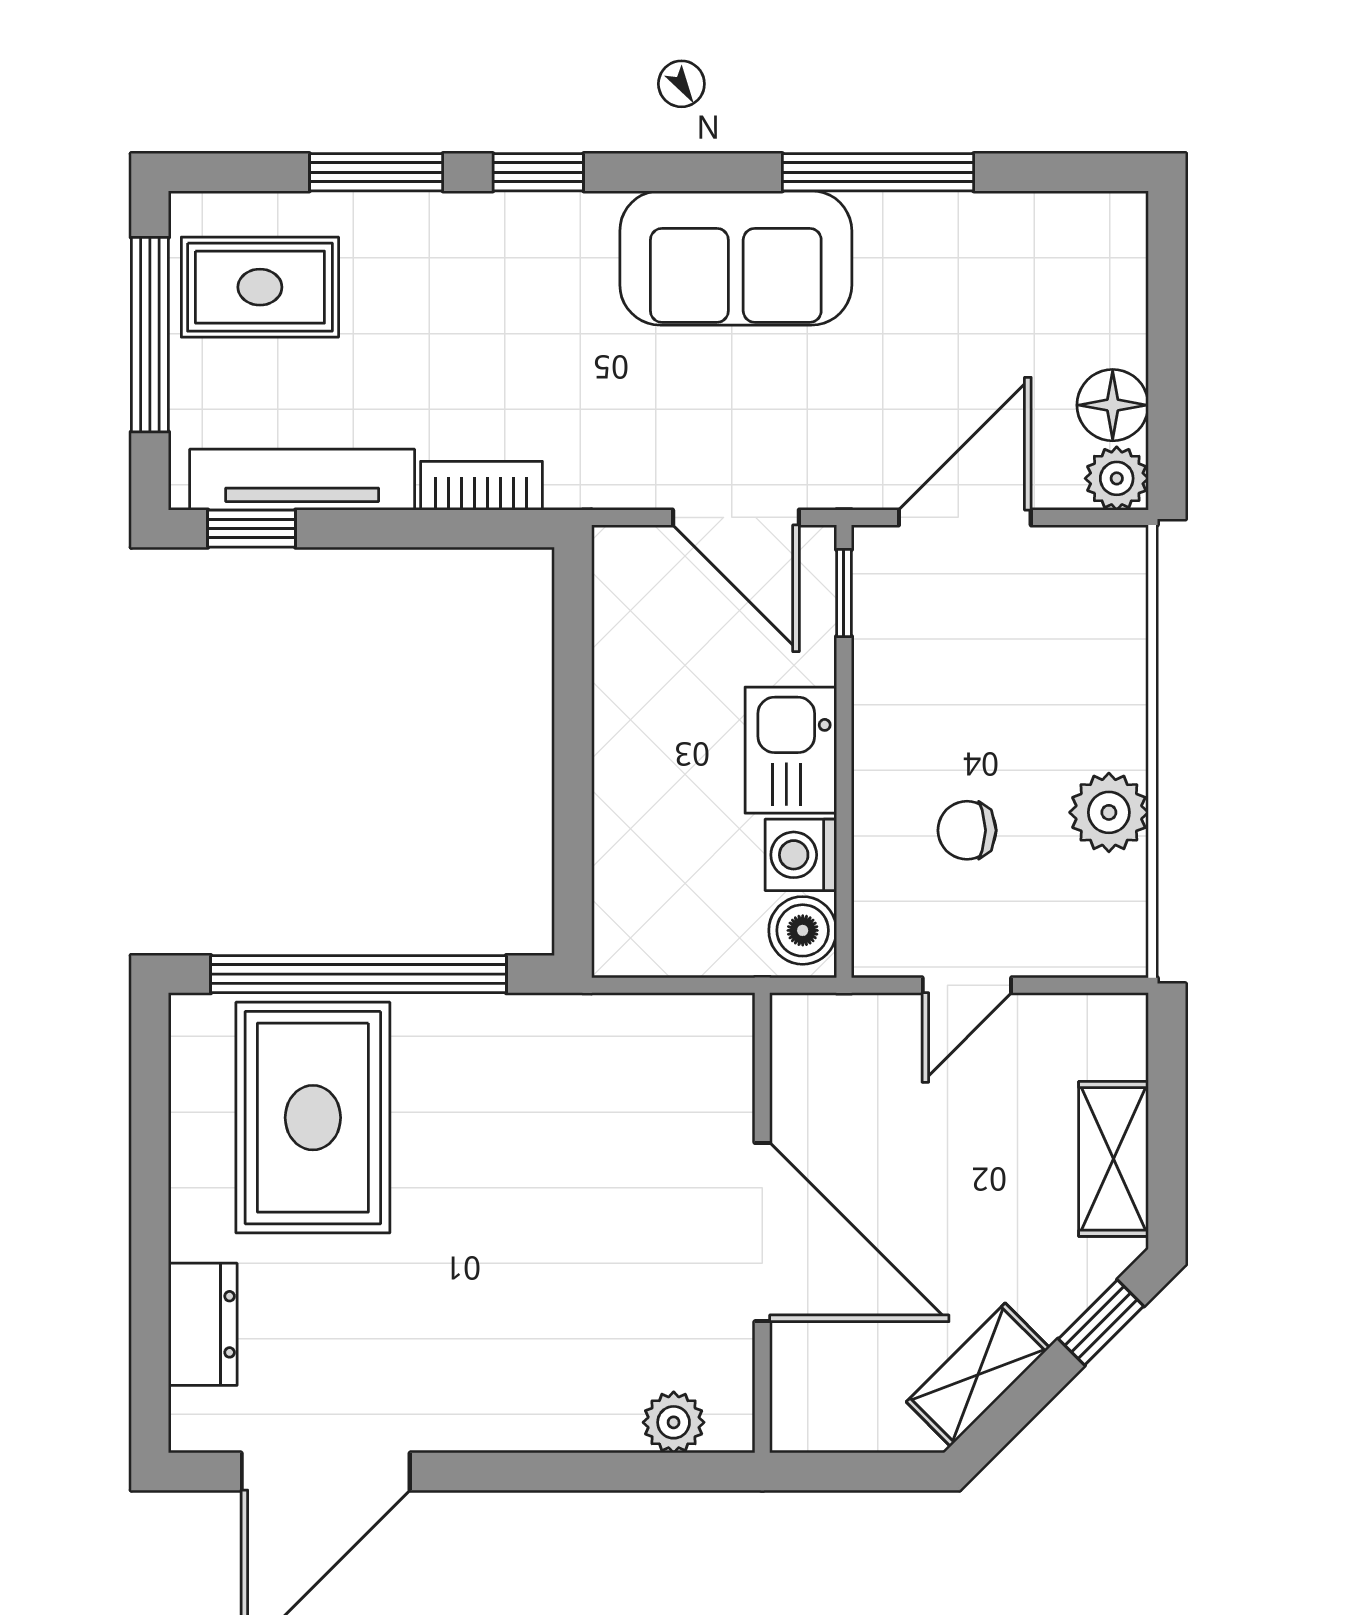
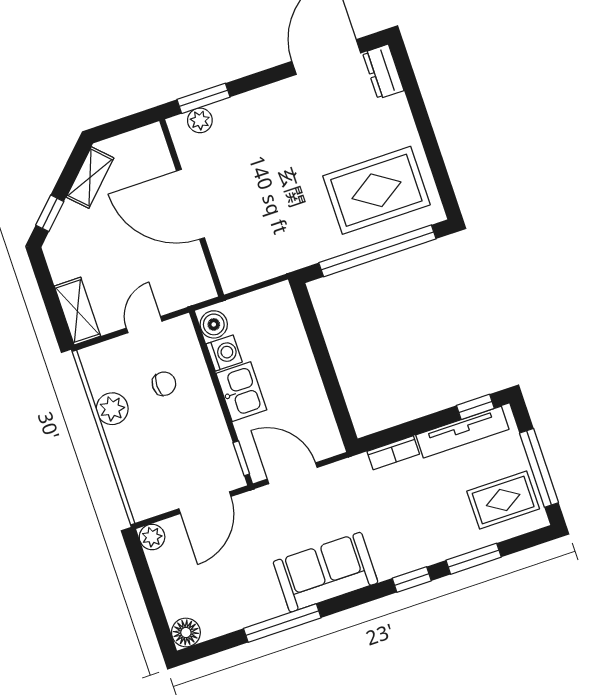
floor lamp: (1113, 405) -> (186, 632), moved
rug: (313, 1118) -> (376, 190), turned 90
shelving: (1114, 1159) -> (77, 311), moved
dresser: (203, 1324) -> (383, 72), moved
window: (647, 1471) -> (204, 98), added

